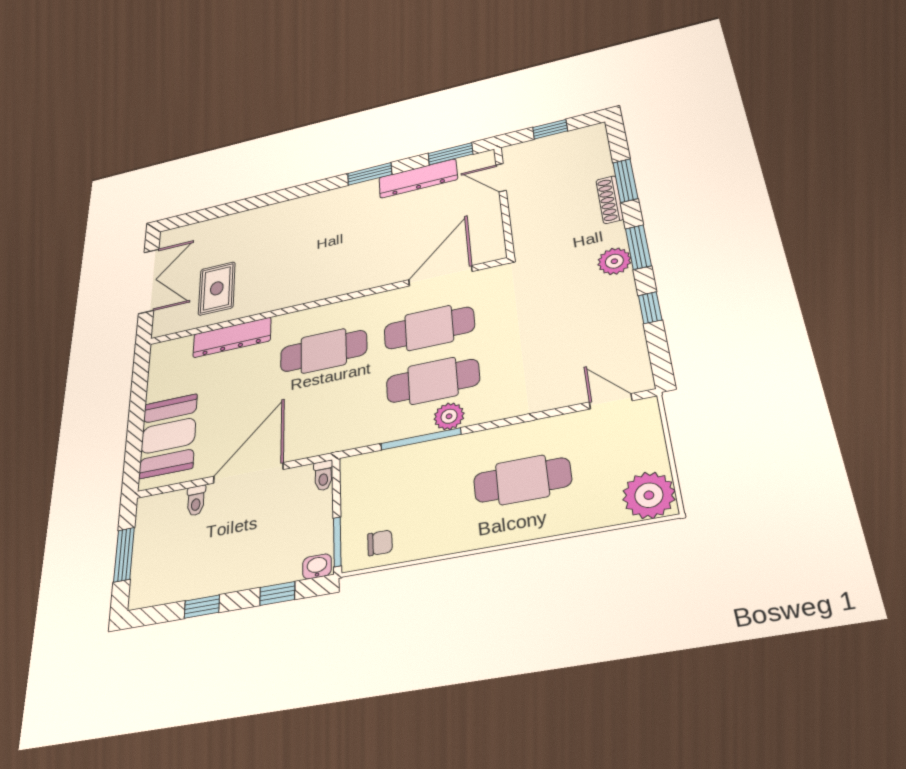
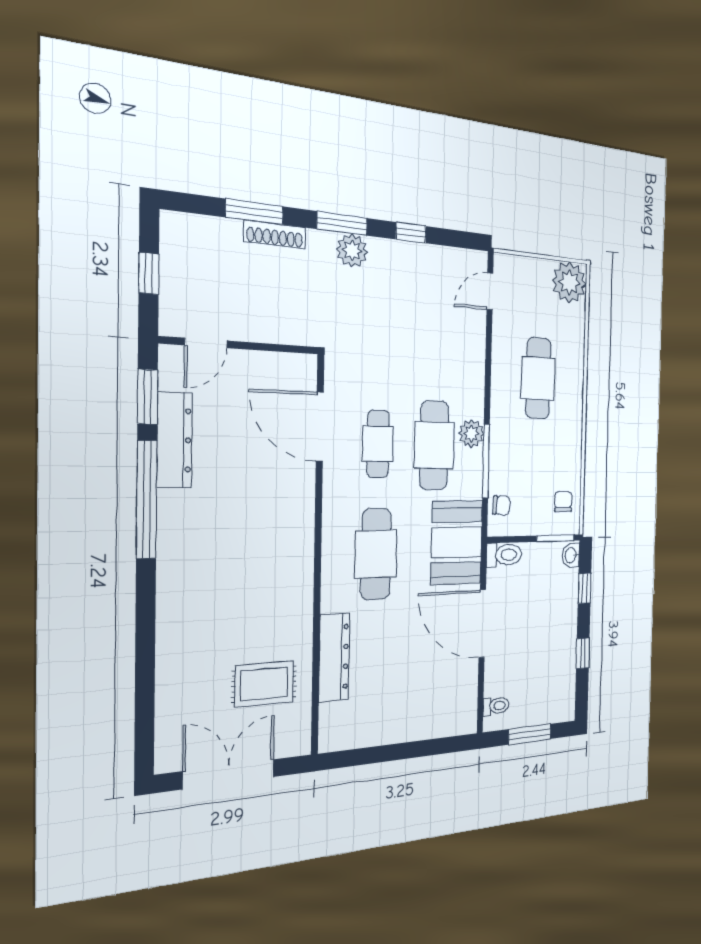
window: (370, 174) -> (147, 500), width x2.11
cafe table: (429, 328) -> (378, 444), width x0.73, depth x0.74
booth: (168, 436) -> (457, 542), moved, turned 90
chair: (373, 467) -> (501, 505), added
toilet: (323, 476) -> (504, 555), width x1.37, depth x1.39
toilet: (196, 501) -> (496, 706), moved

